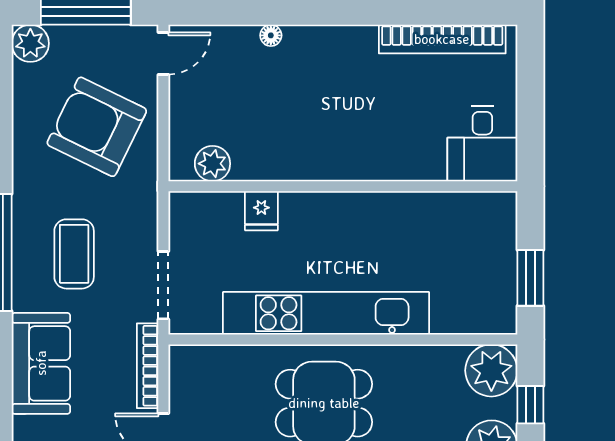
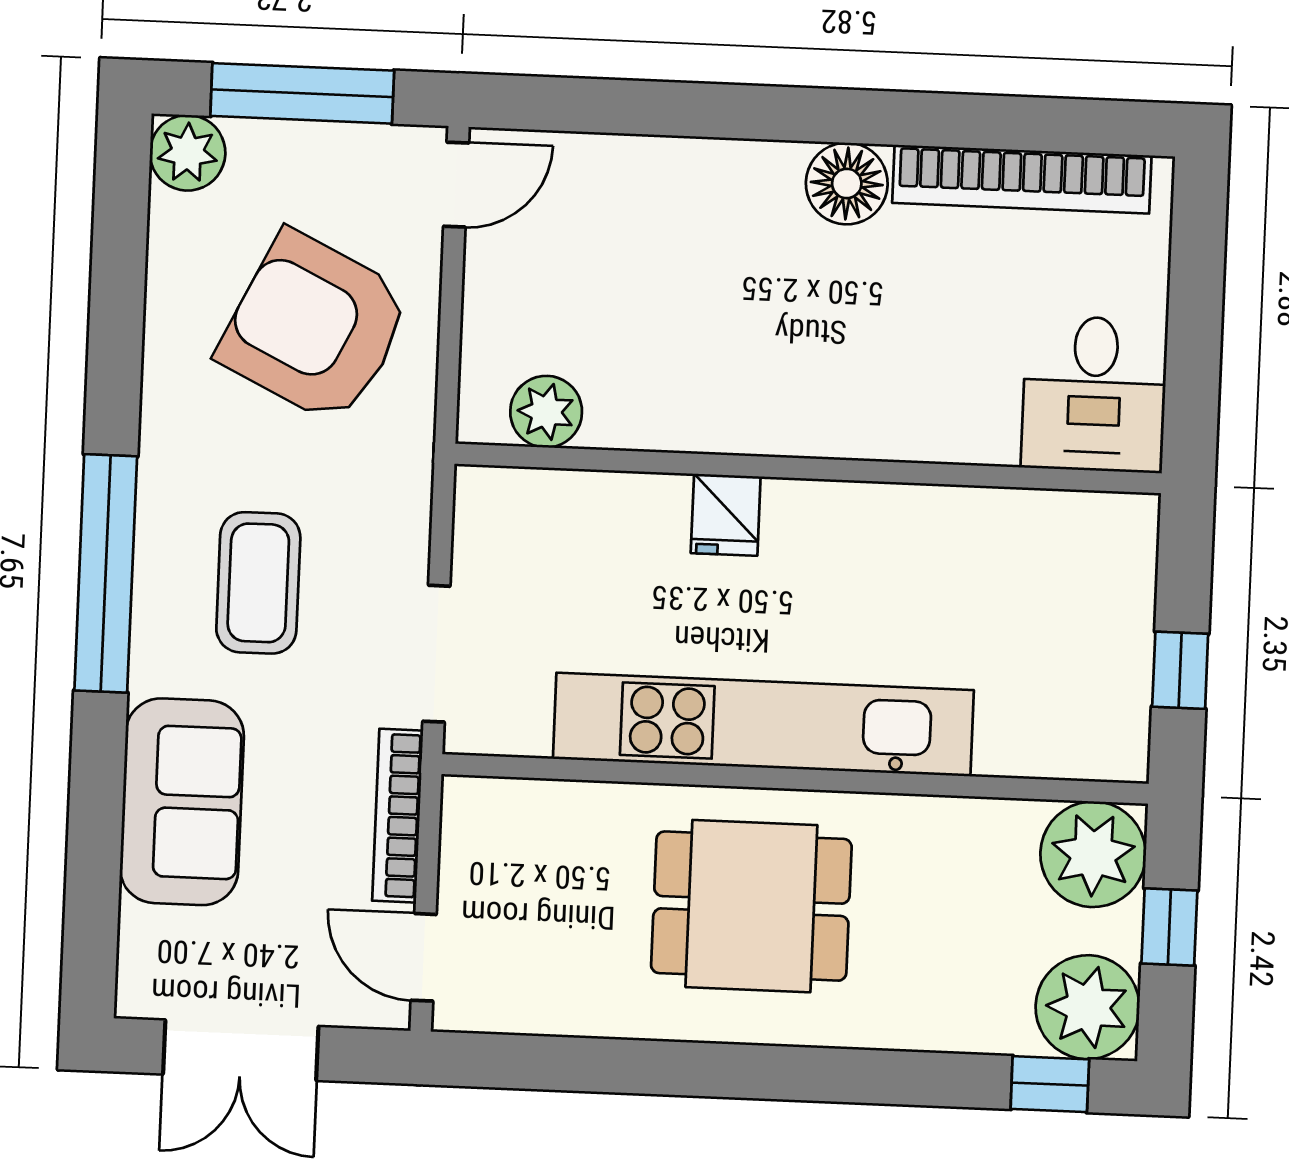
floor lamp: (271, 35) -> (847, 183), moved, width x1.89, depth x1.89
fridge: (261, 211) -> (726, 515), moved
window: (530, 278) -> (1180, 670), width x0.67

